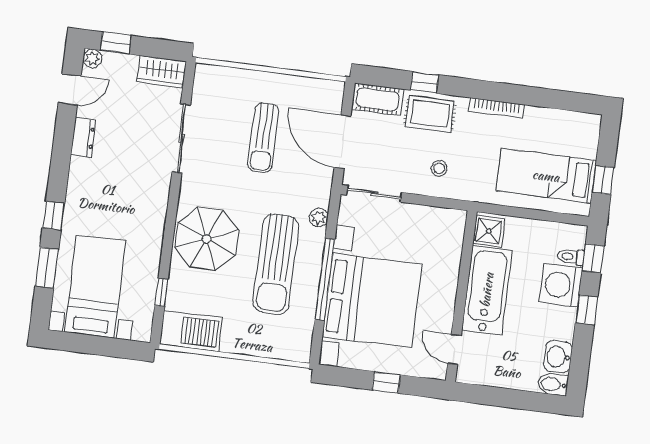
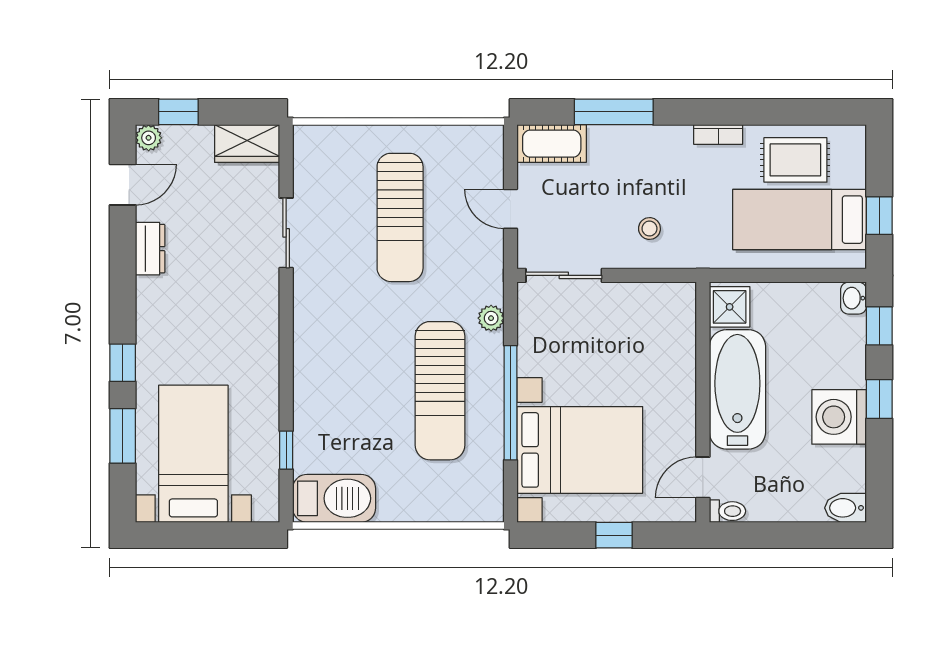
window: (424, 82) -> (614, 112), width x2.17
bookcase: (496, 108) -> (718, 135), width x0.64
rug: (430, 114) -> (795, 160), moved
sliding door: (181, 138) -> (286, 233), width x0.73
sun lounger: (263, 138) -> (400, 217), width x1.36, depth x1.34
door: (342, 142) -> (511, 209), width x0.53
parasol: (207, 239) -> (339, 368), removed
toilet: (571, 257) -> (727, 511), moved, turned 180
washing machine: (561, 285) -> (839, 417), moved
bed with nightstands: (372, 301) -> (580, 450), width x0.73
door: (454, 350) -> (703, 477), hinge flipped
washbasin: (558, 357) -> (854, 298), moved, width x0.72, depth x0.69

